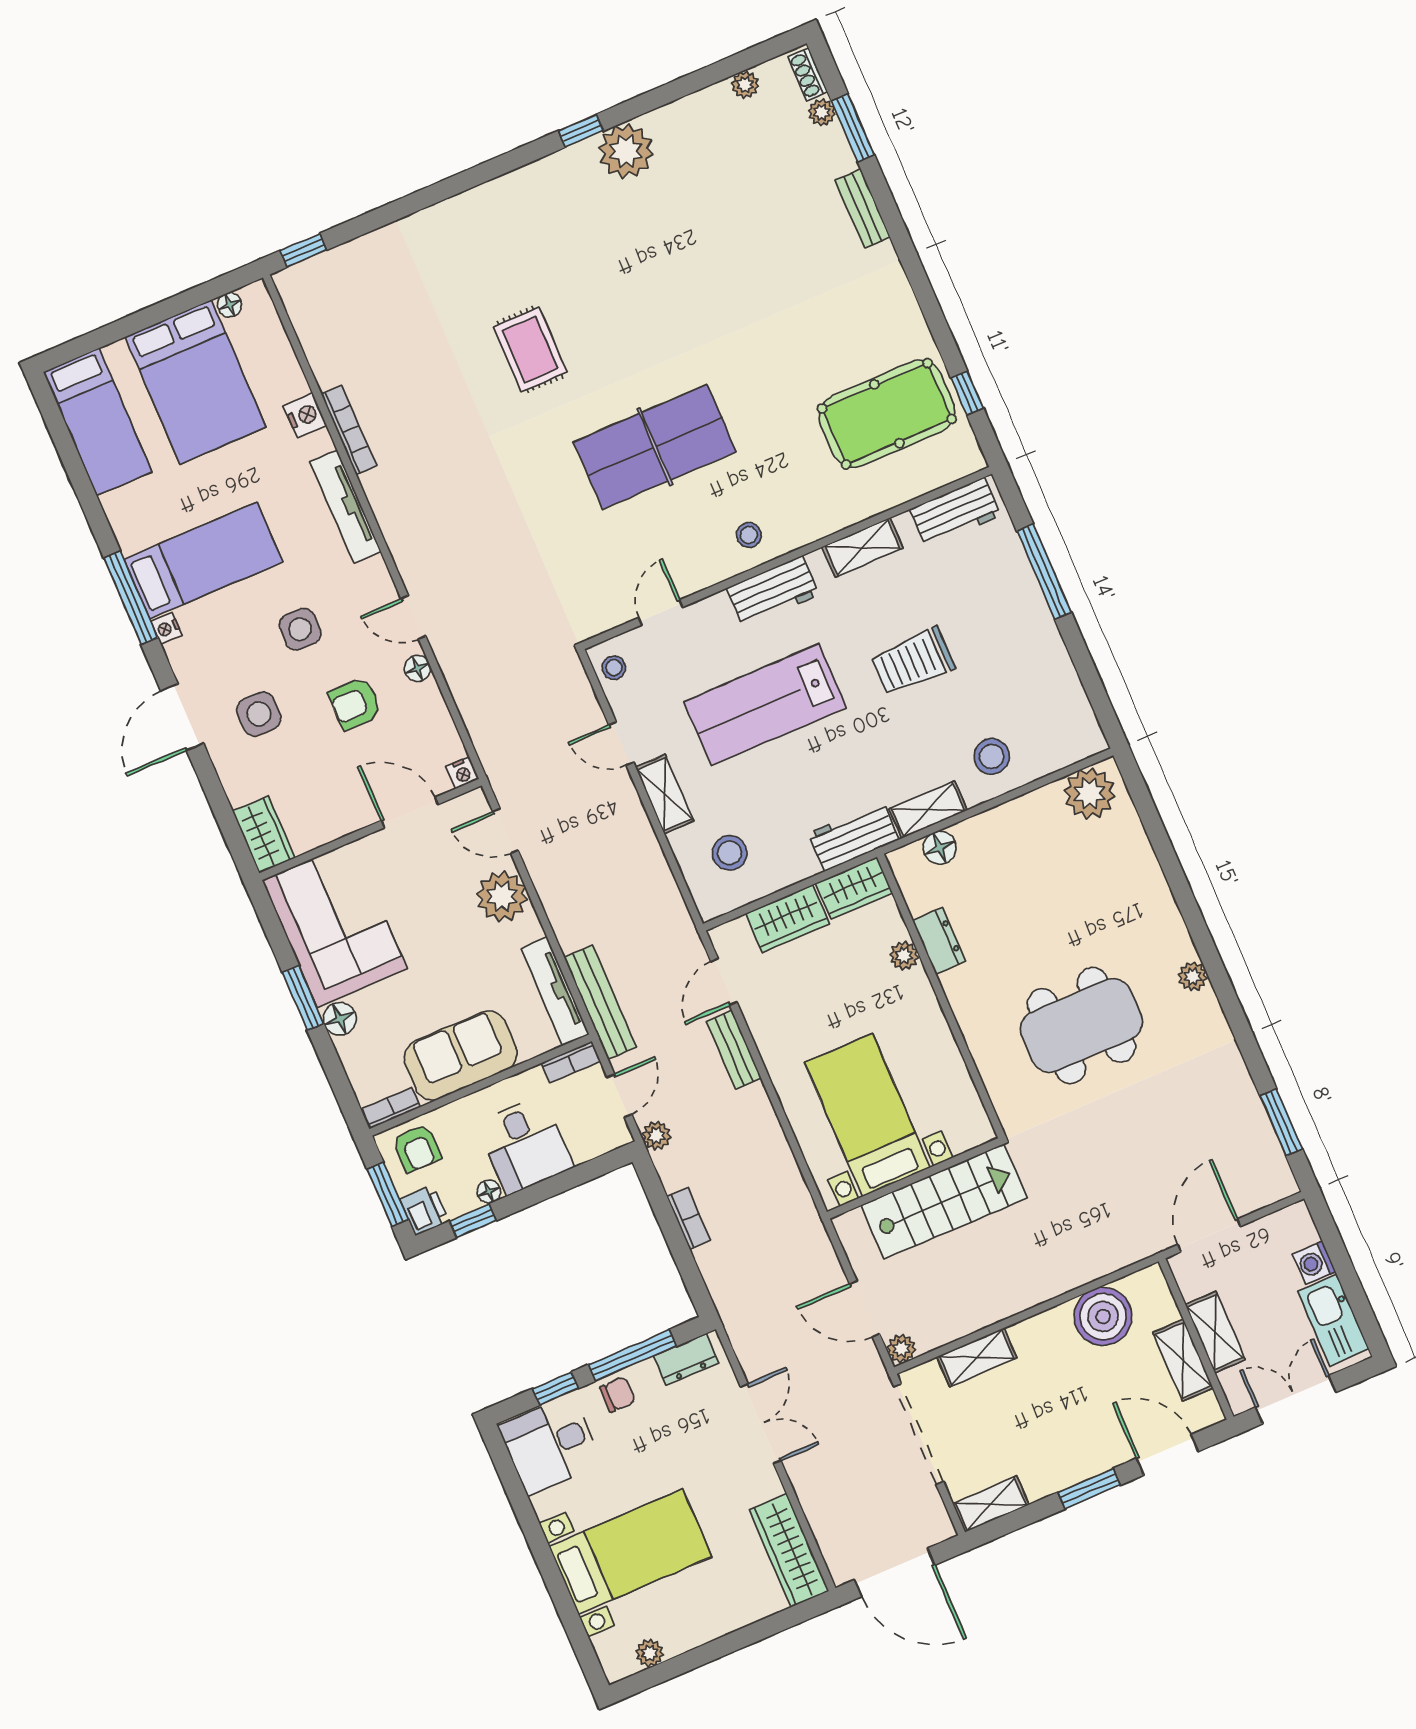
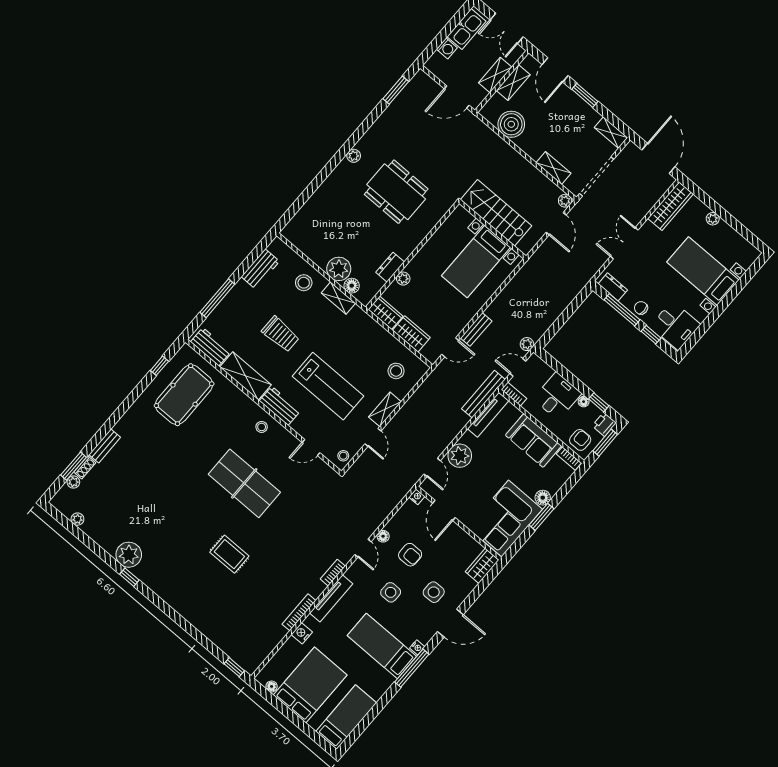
shoe rack: (808, 74) -> (85, 467), moved
rug: (530, 349) -> (229, 554), turned 90
pool table: (887, 414) -> (184, 395), turned 90
shelving: (863, 547) -> (245, 376), width x1.50, depth x1.33
plant: (1090, 794) -> (339, 269), moved
workbench: (853, 836) -> (260, 269), moved, turned -90
bookcase: (689, 1218) -> (333, 573), moved
plant: (650, 1653) -> (713, 219), moved

